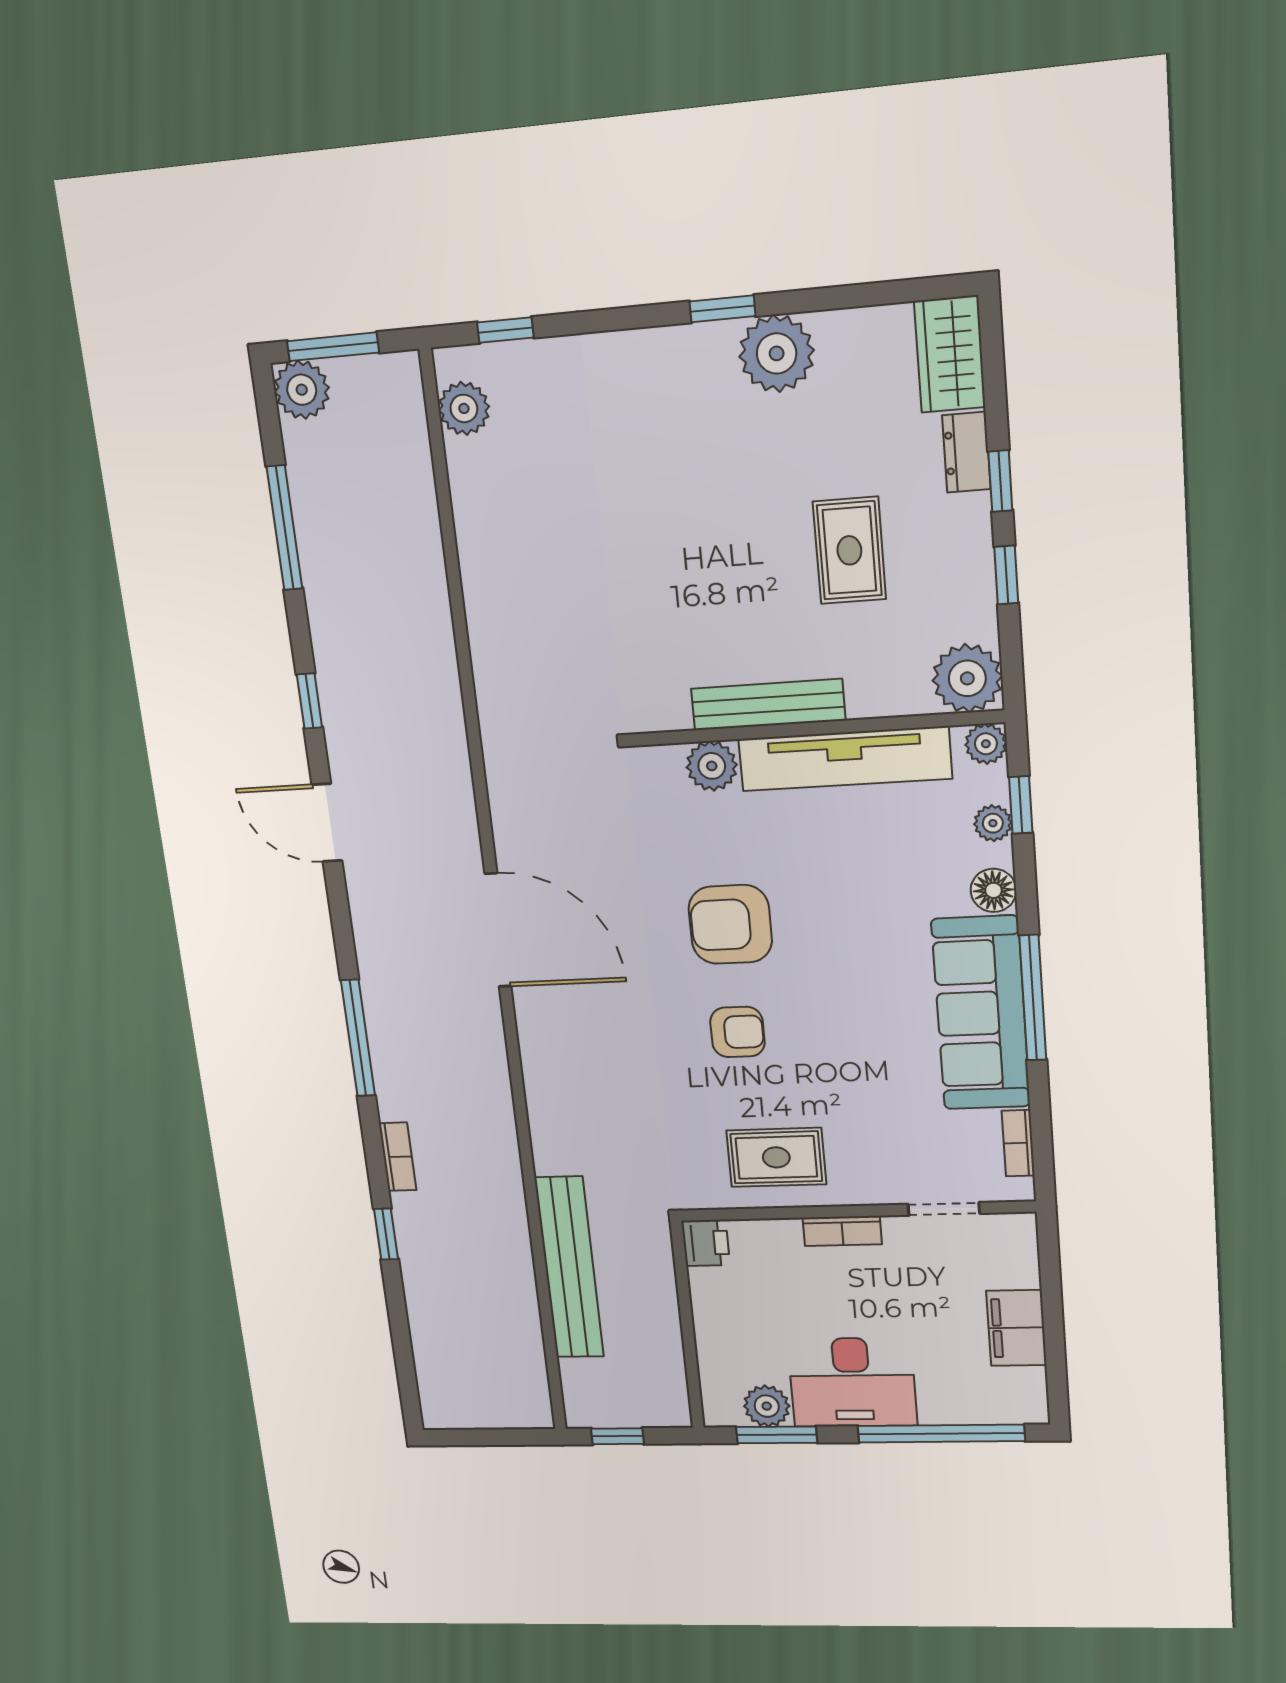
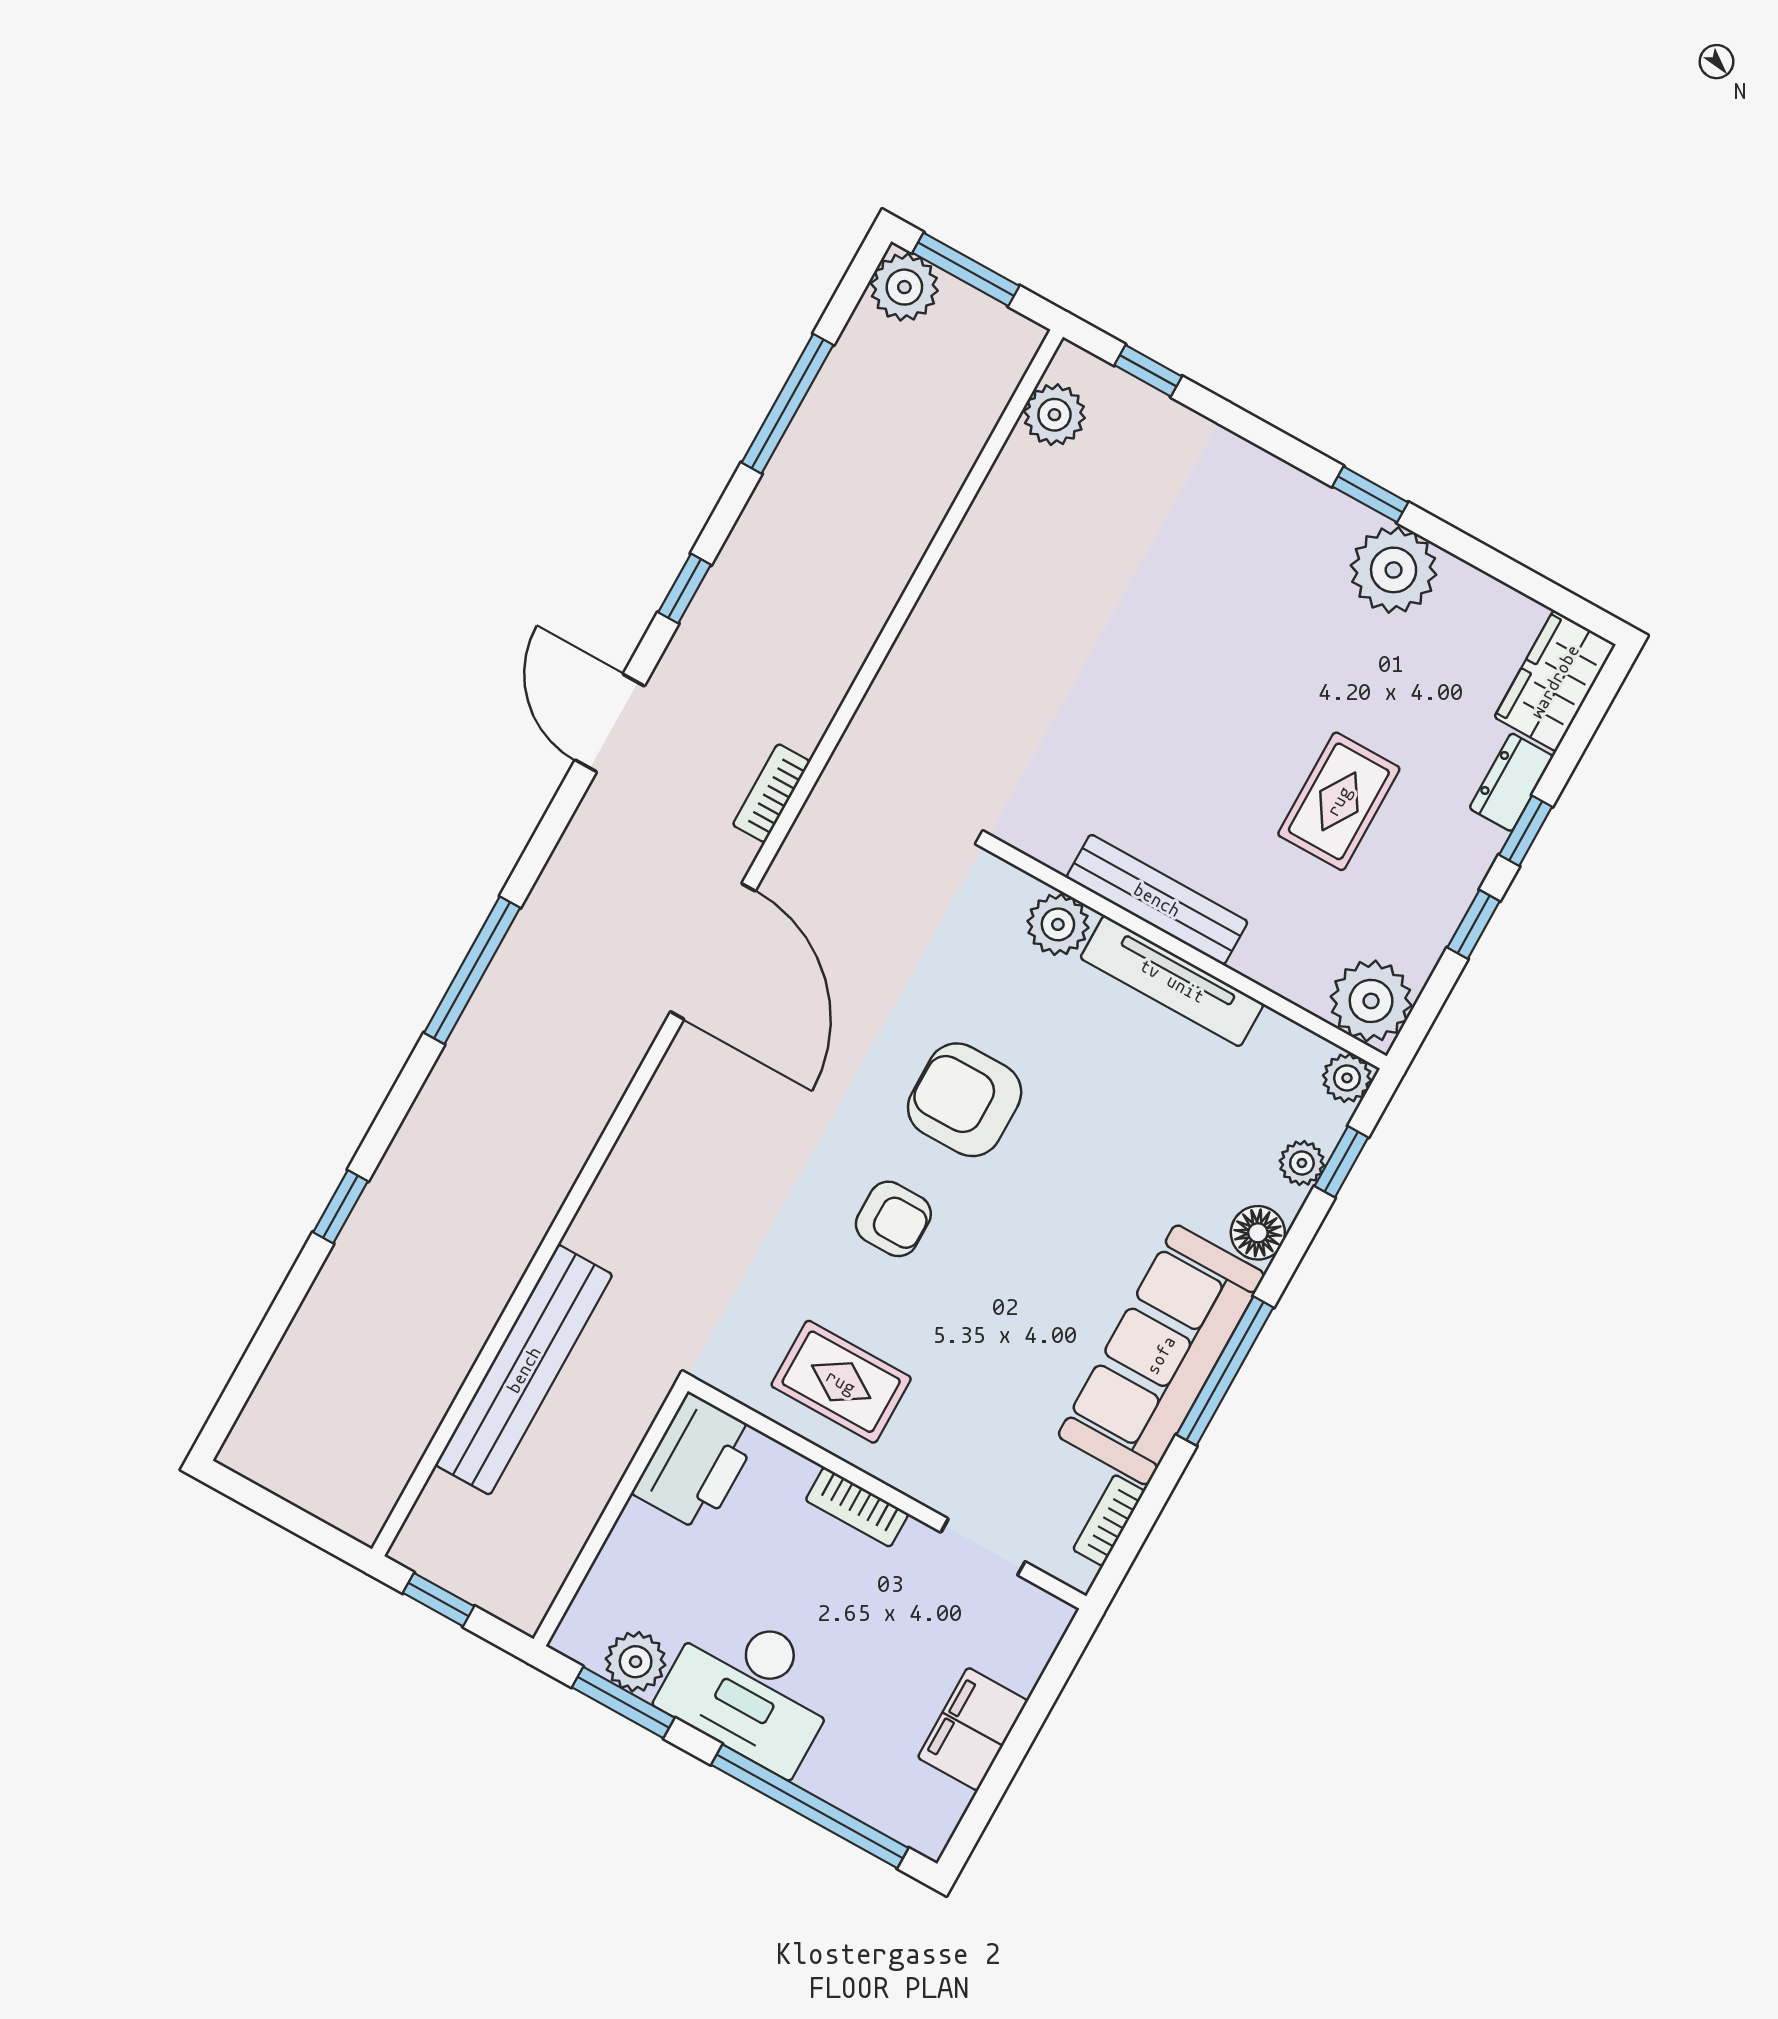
tv unit: (845, 759) -> (1172, 981), width x0.73, depth x0.78
bookcase: (398, 1157) -> (771, 793), moved, turned 180
printer: (706, 1243) -> (696, 1463), width x1.87, depth x1.48

